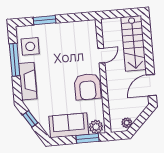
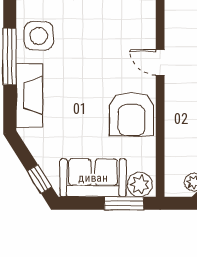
door: (101, 56) -> (160, 62), swing flipped
window: (30, 119) -> (39, 179), moved

